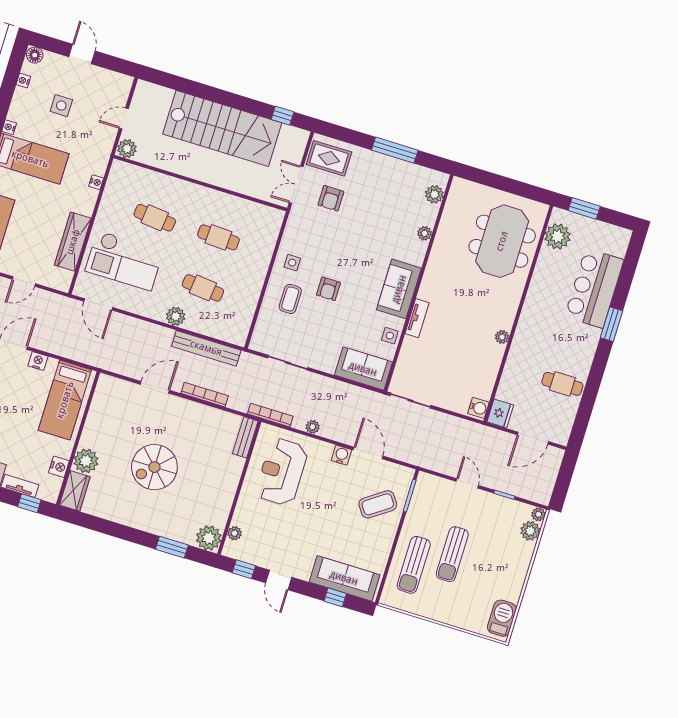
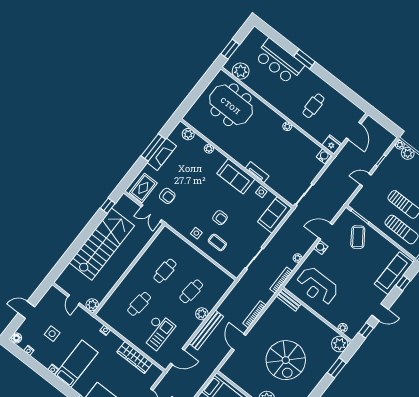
fireplace: (390, 167) -> (162, 154), added
checkout: (124, 261) -> (157, 331), width x0.73, depth x0.83
bench: (206, 348) -> (206, 330), moved
cafe table: (562, 384) -> (313, 106), moved
spiral stairs: (154, 467) -> (286, 360), width x1.37, depth x1.37

